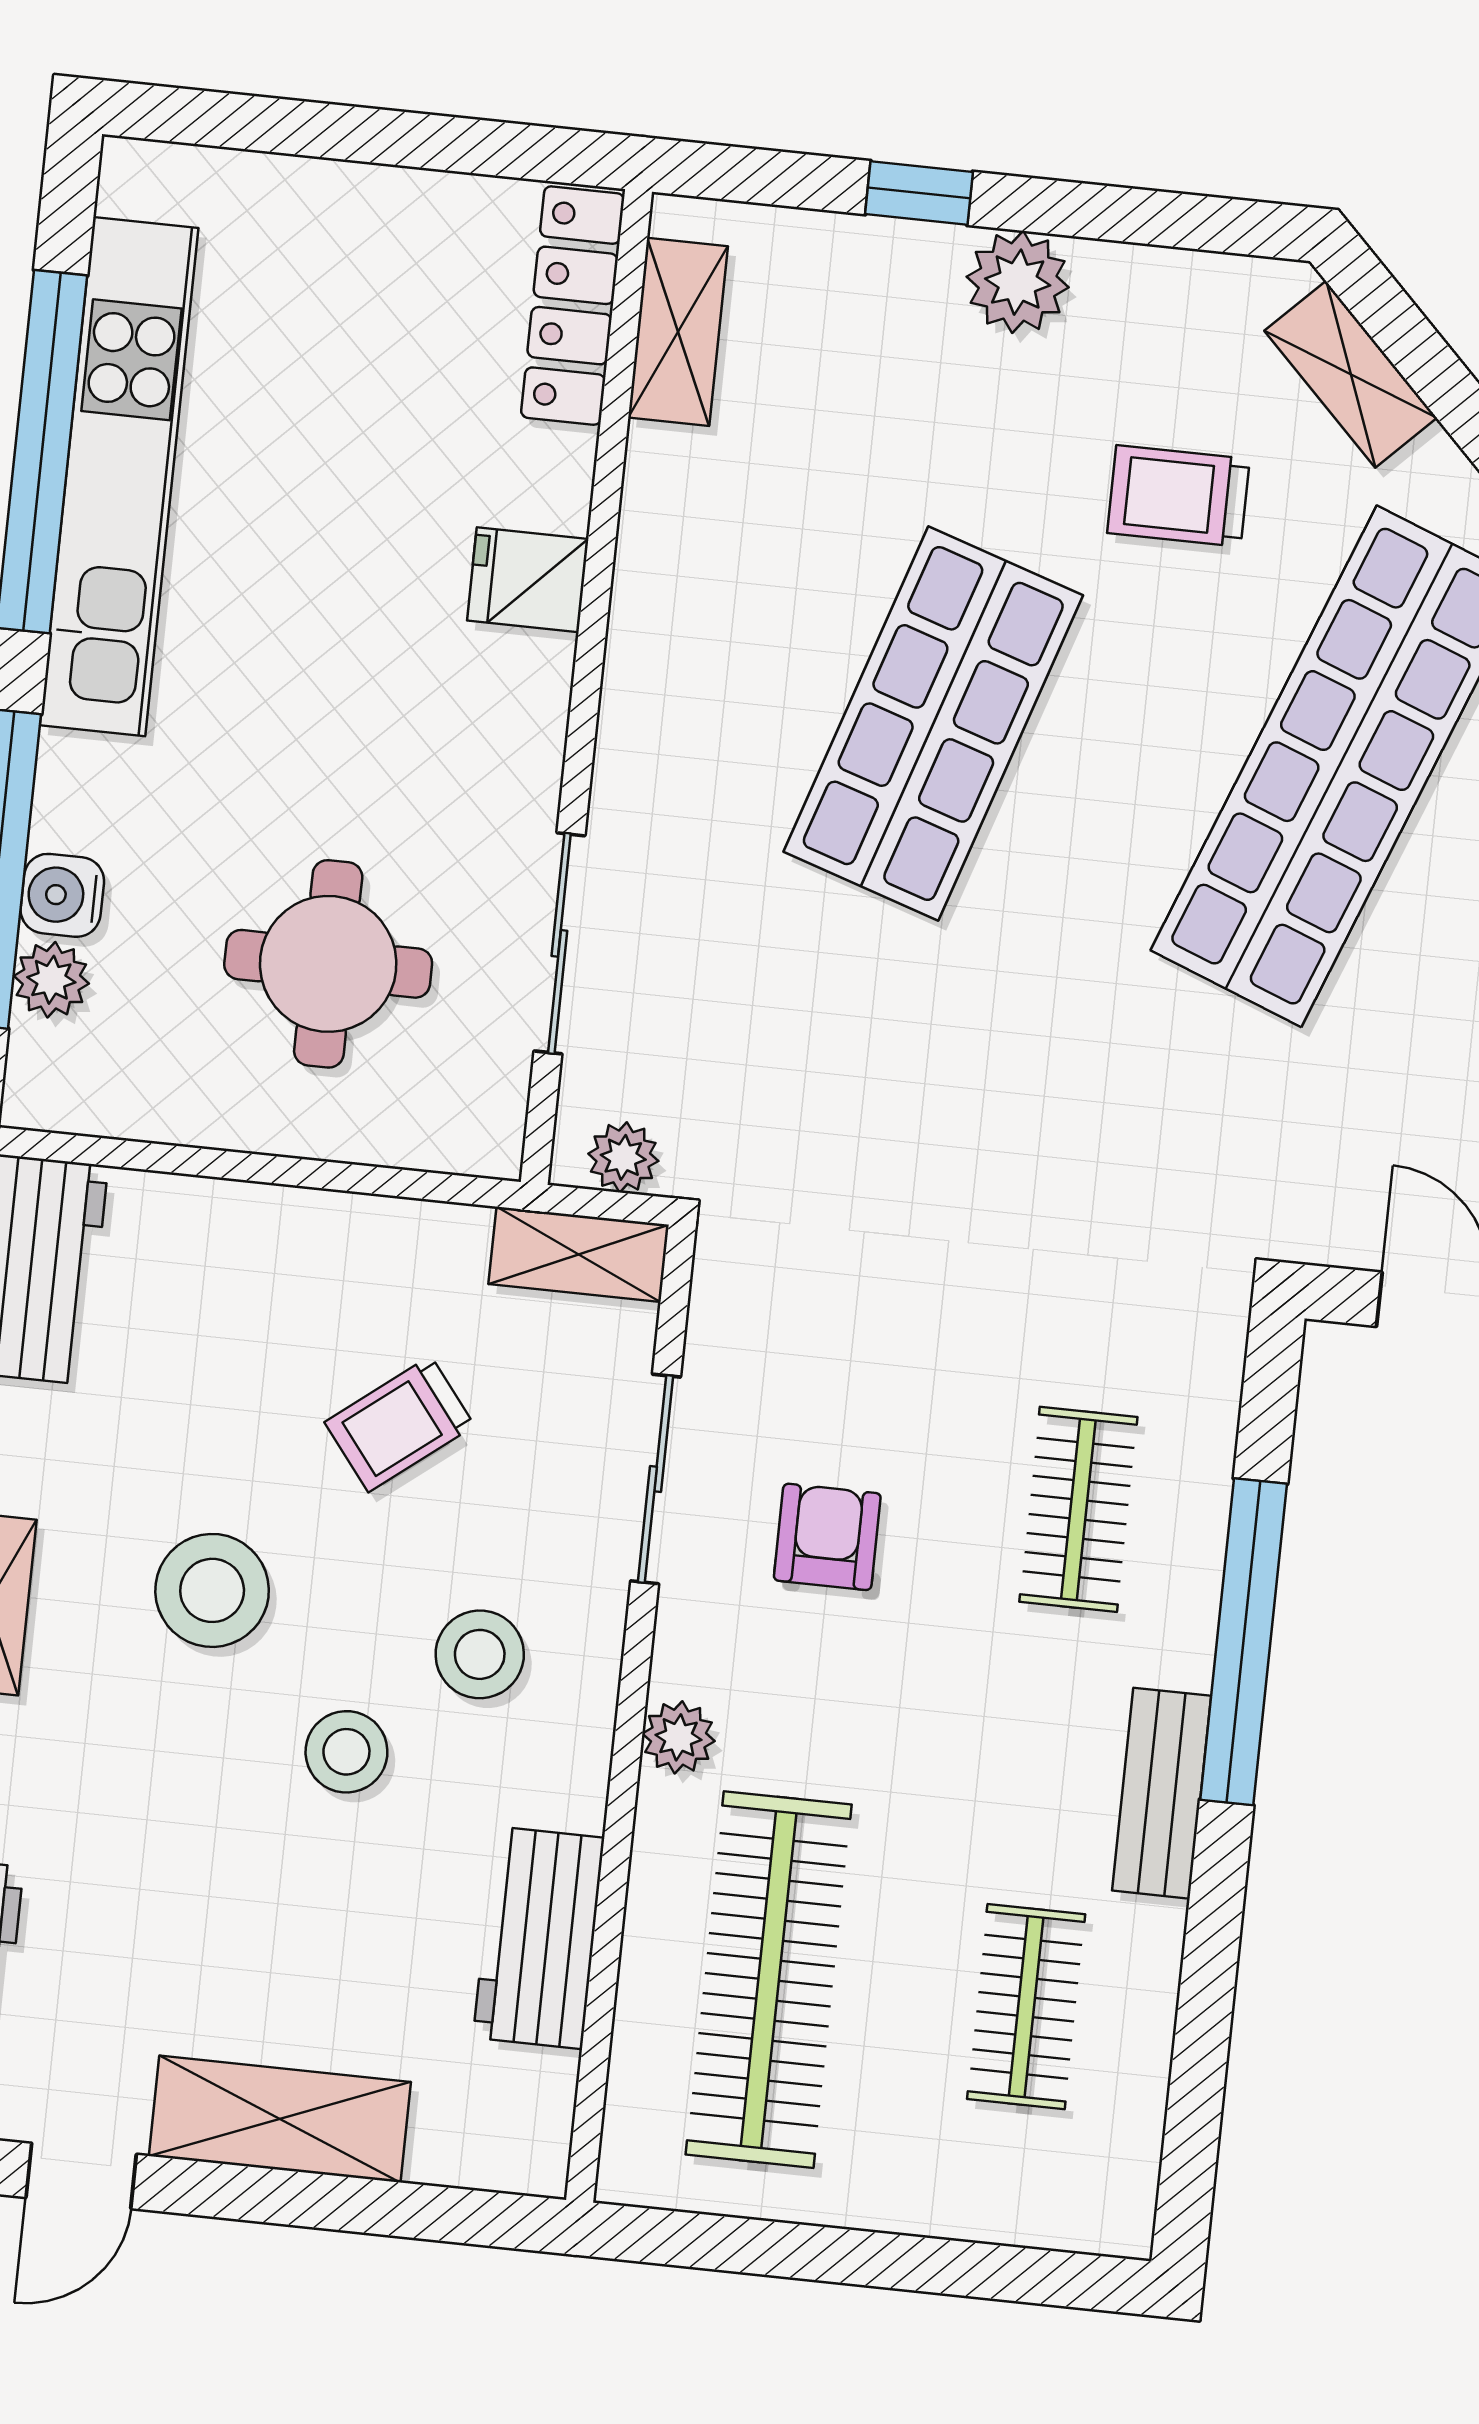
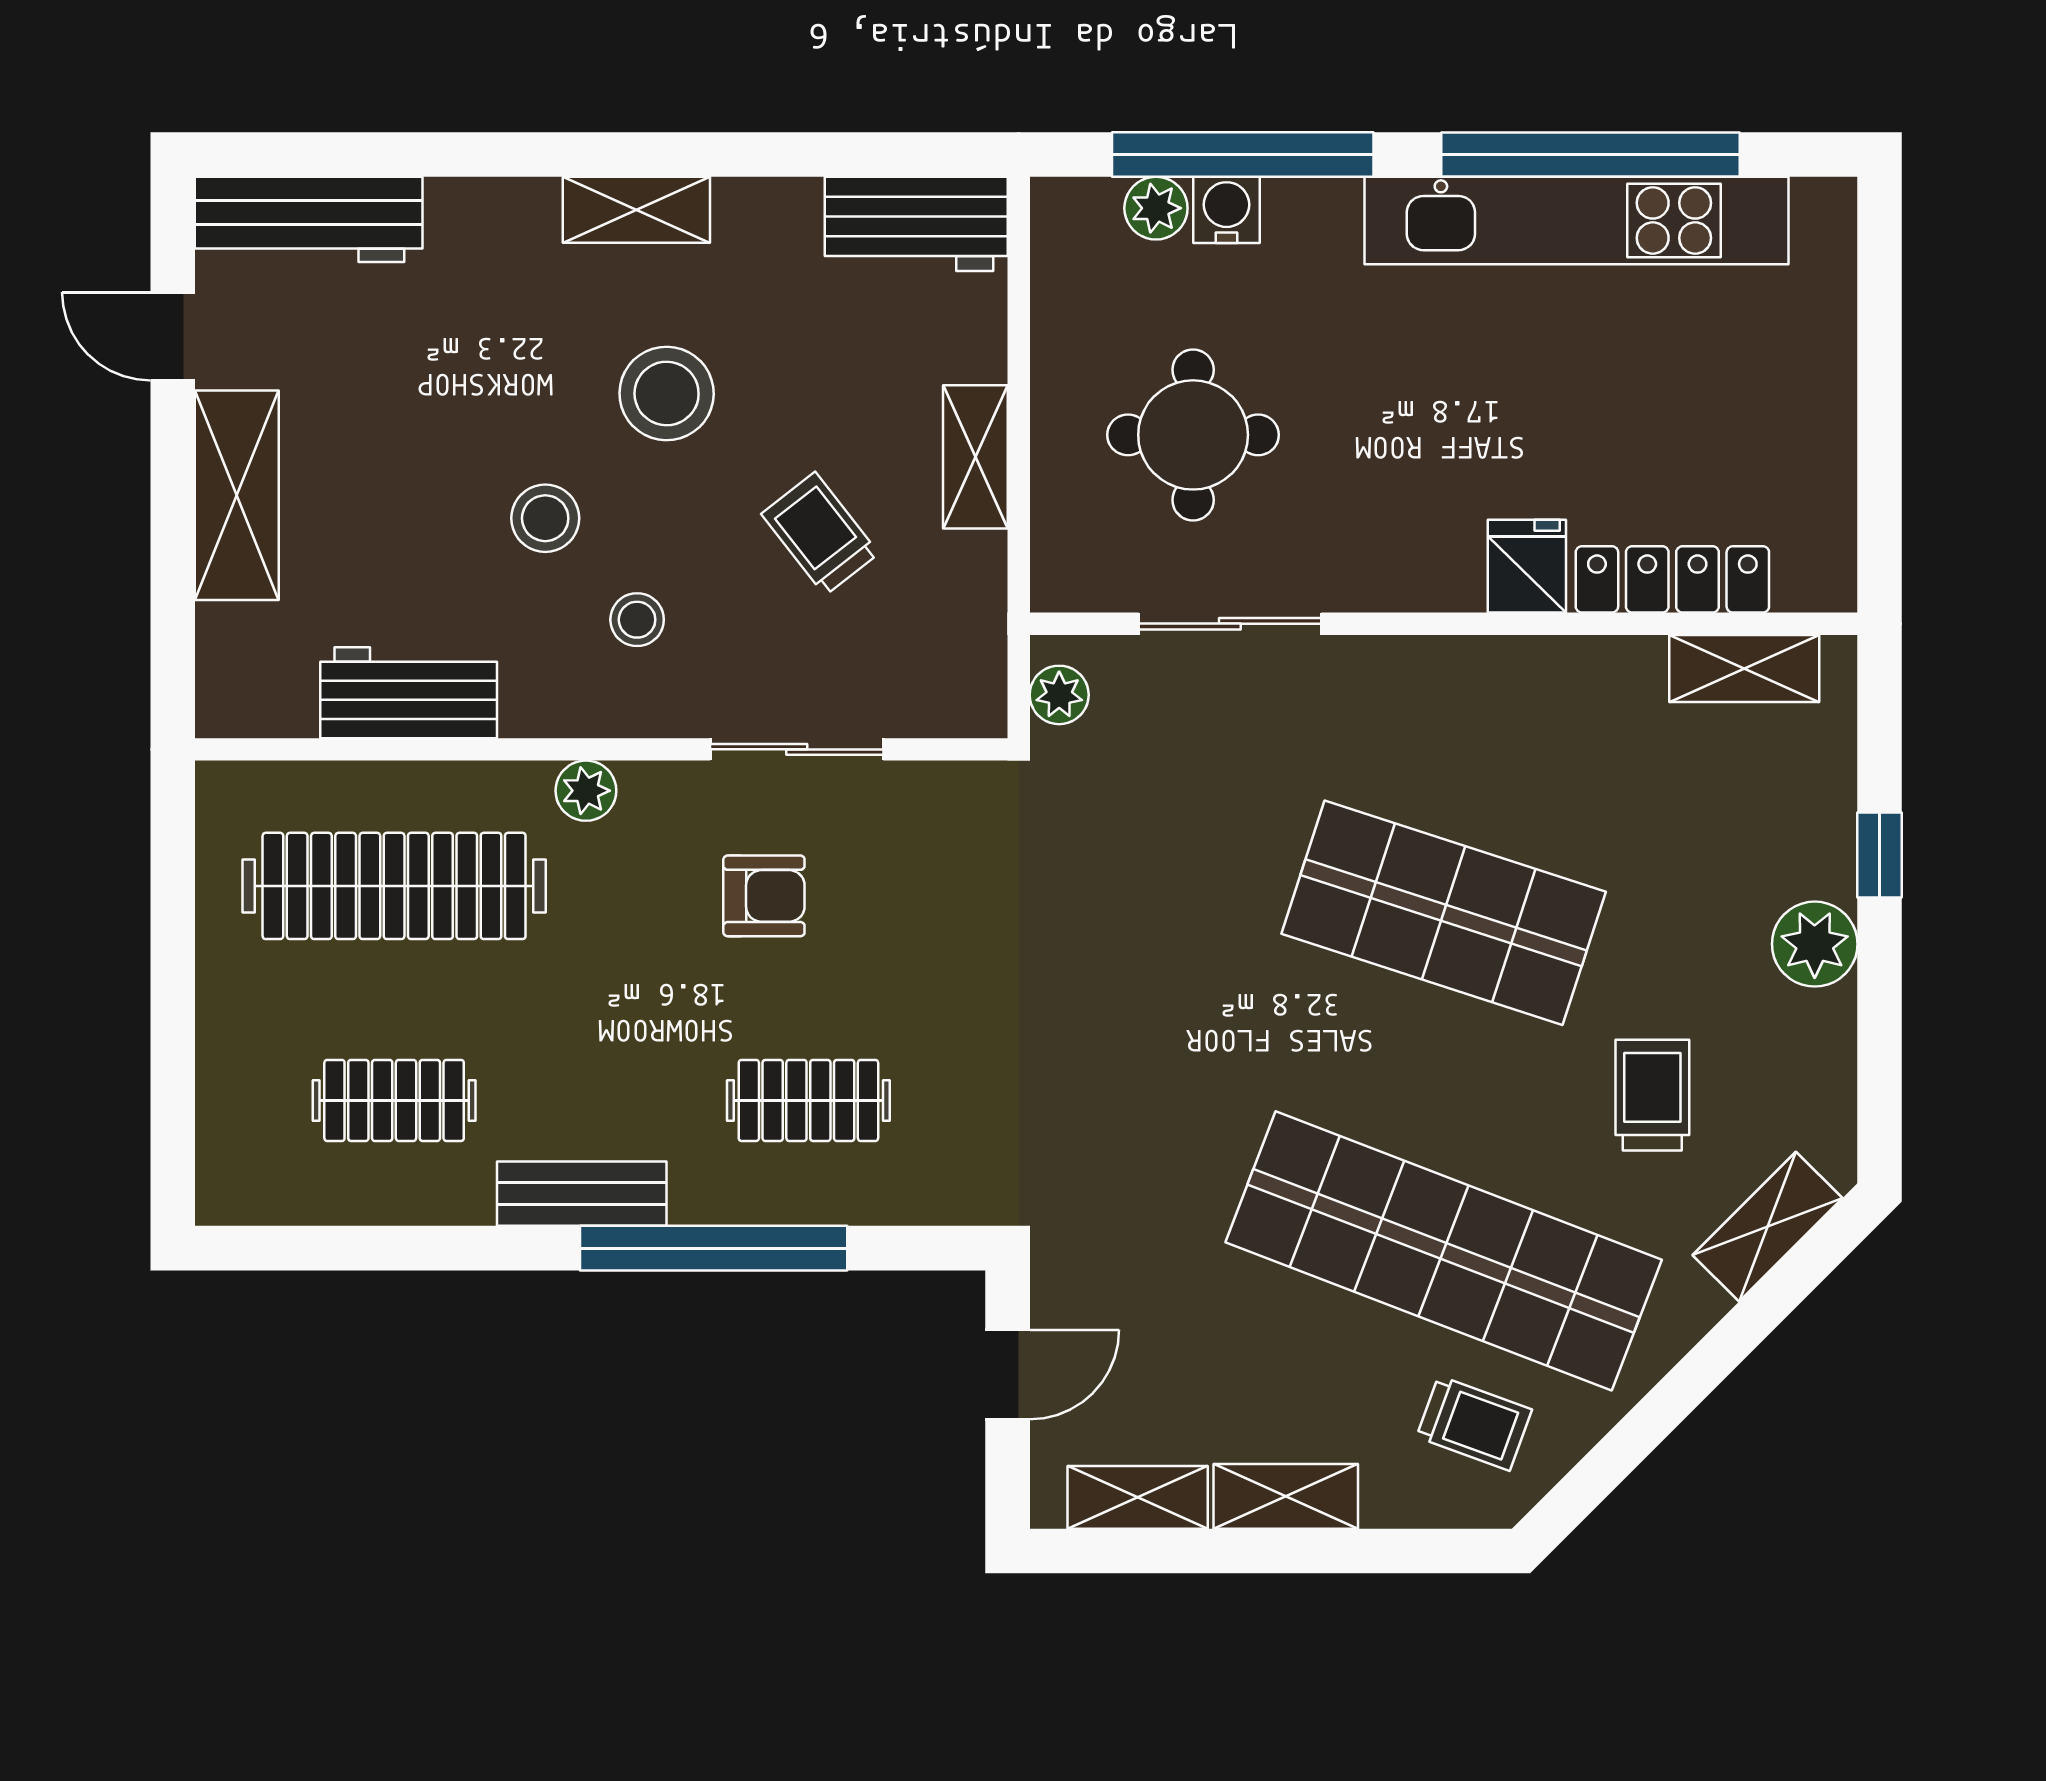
locker: (573, 306) -> (1672, 579), moved
shelving: (579, 1254) -> (975, 457), moved
stool: (480, 1654) -> (637, 620), width x0.73, depth x0.73

